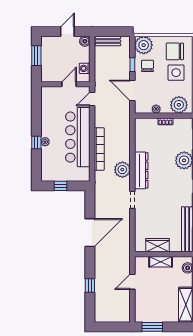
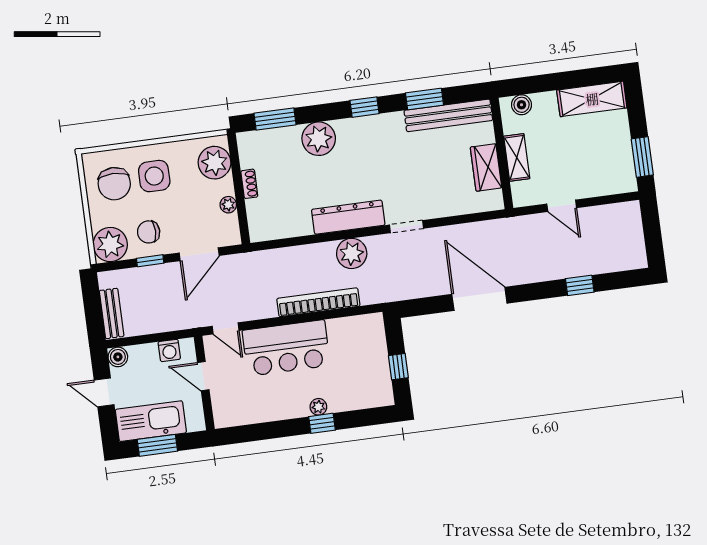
kitchen sink: (49, 54) -> (151, 421), added
bar counter: (78, 137) -> (286, 348), width x0.73

